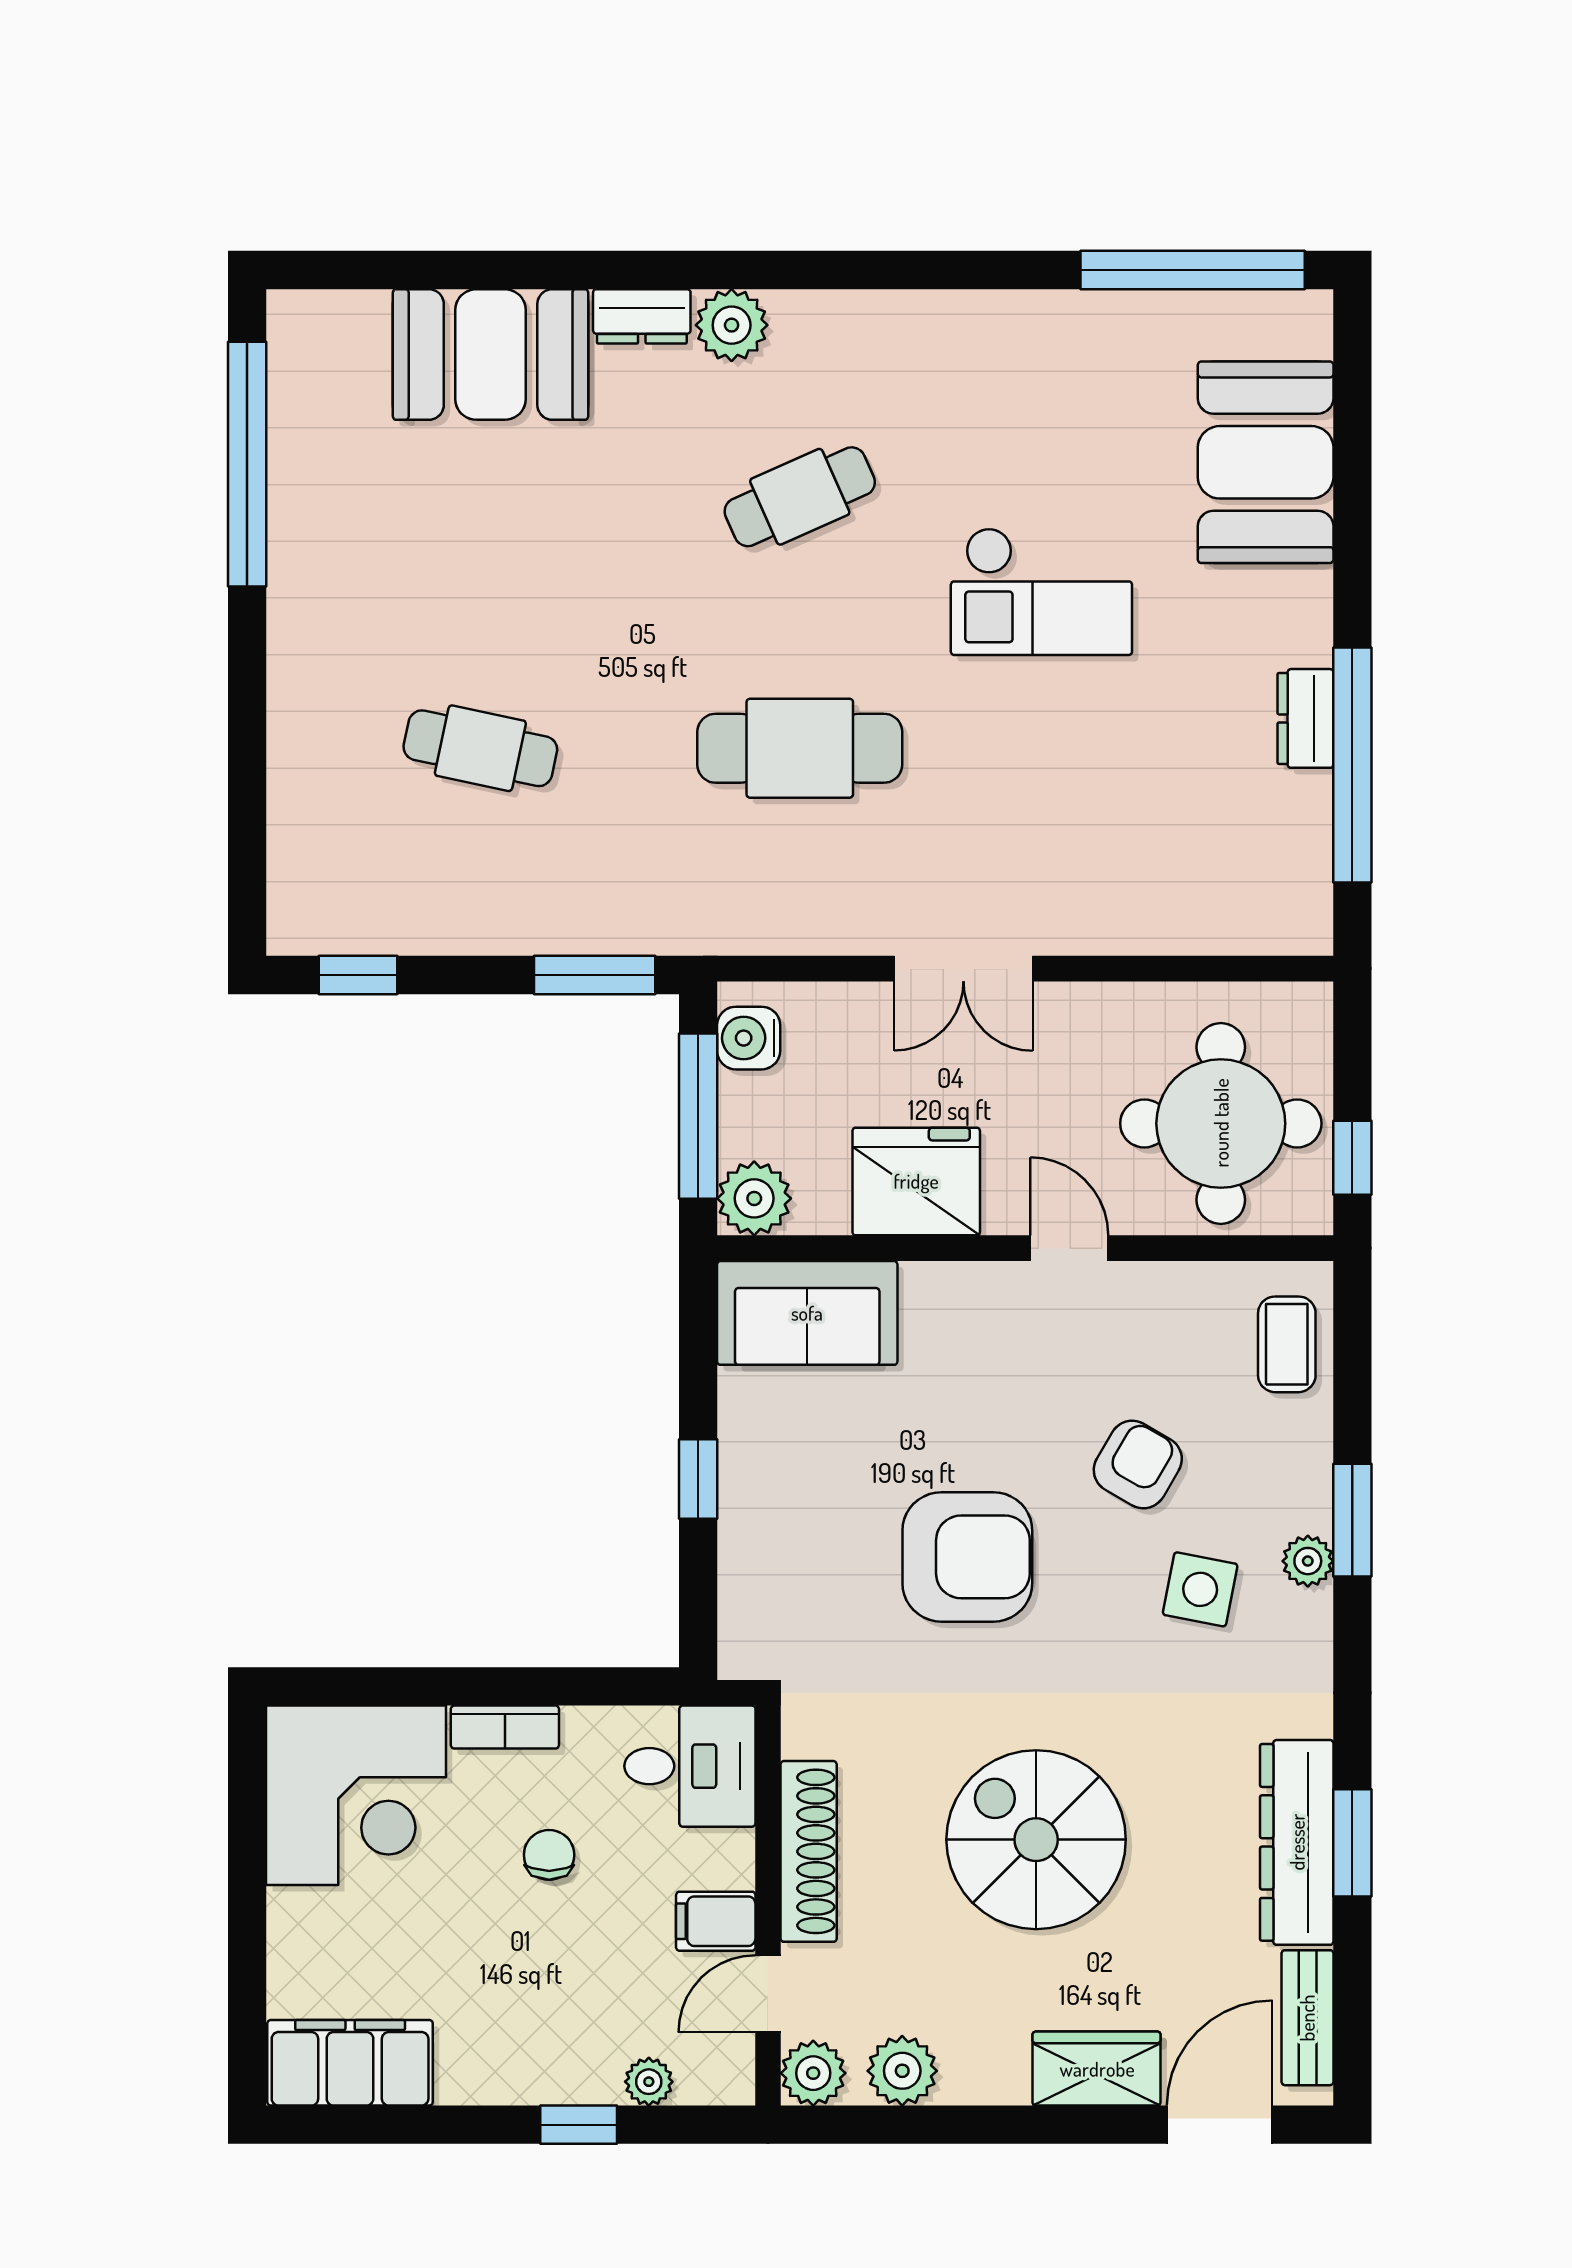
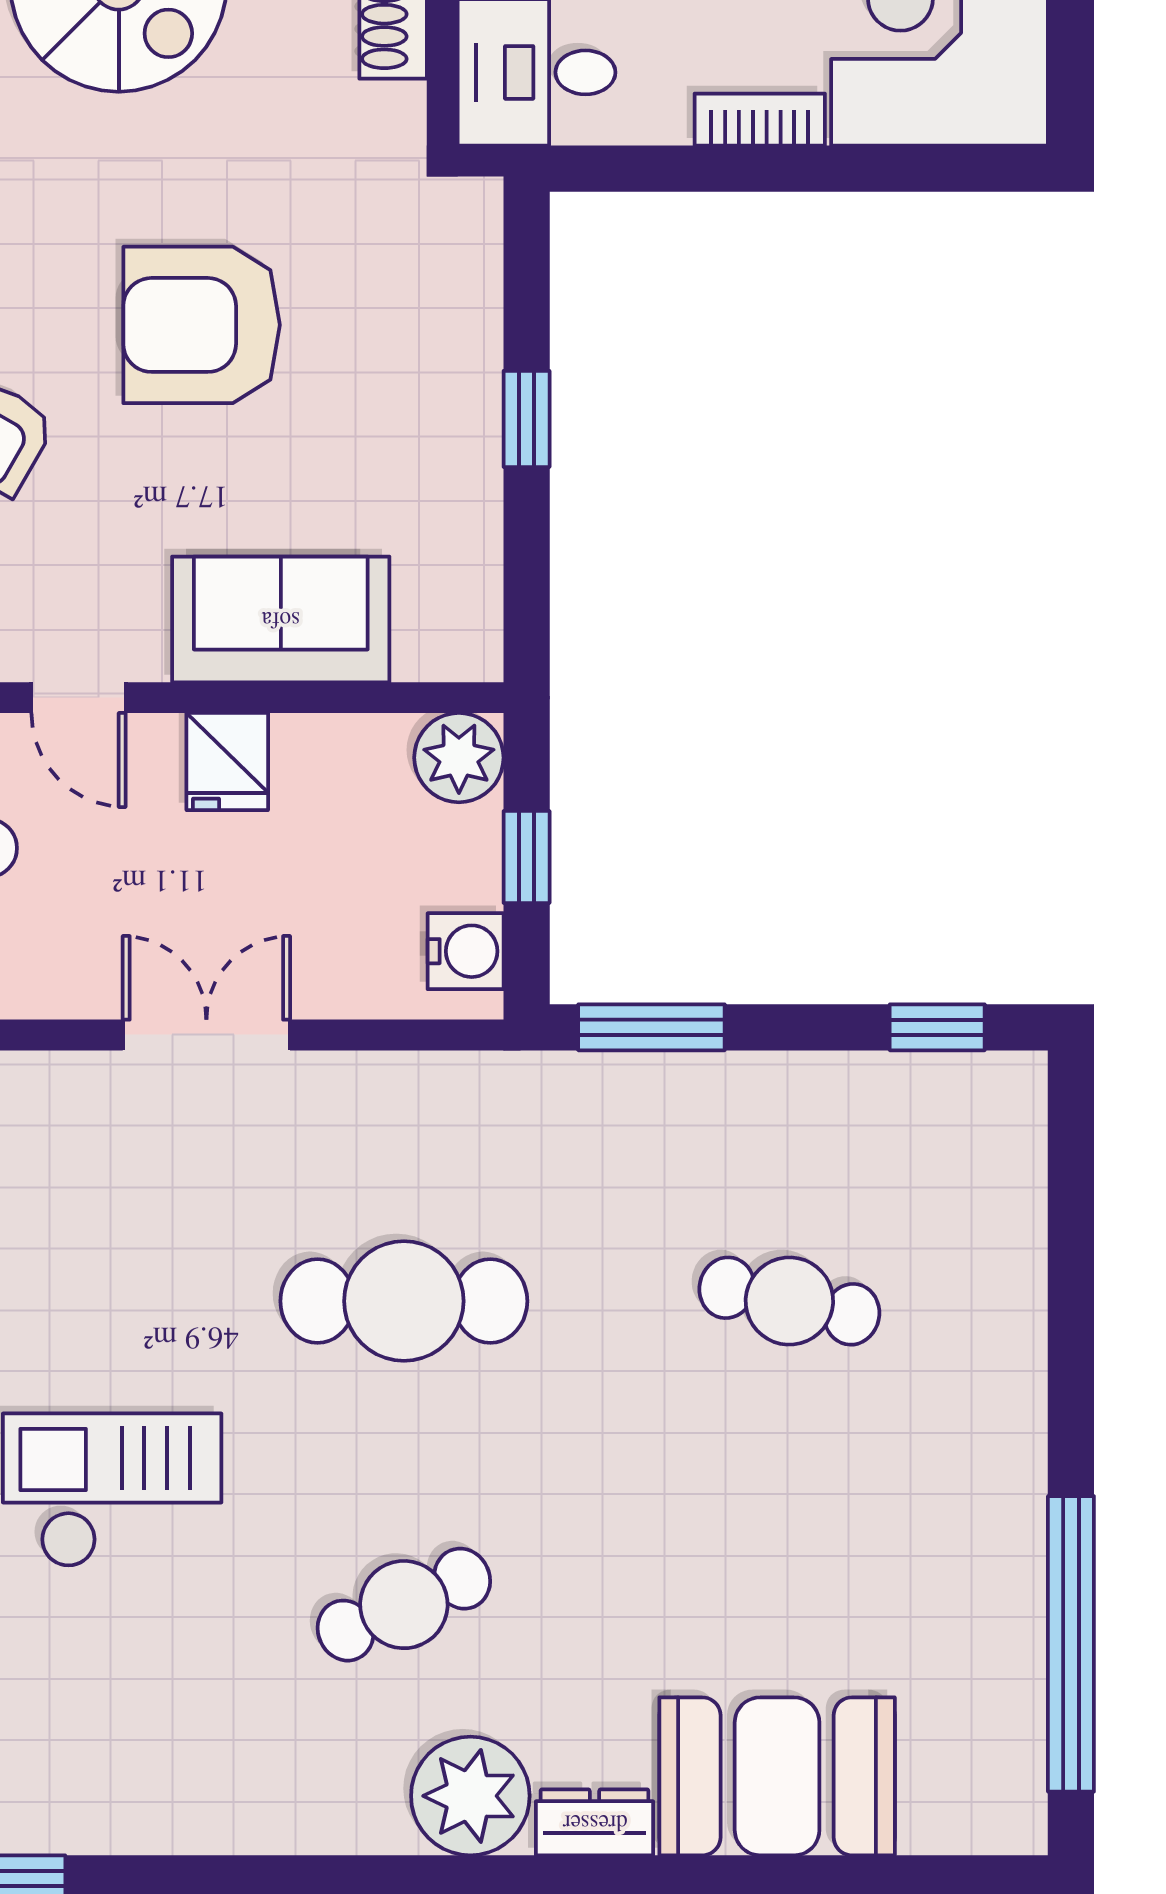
plant: (732, 325) -> (470, 1796), width x1.36, depth x1.36
window: (698, 1116) -> (527, 857), width x0.46
fridge: (916, 1181) -> (227, 762), width x0.53, depth x0.75
sofa: (807, 1313) -> (281, 619), moved

